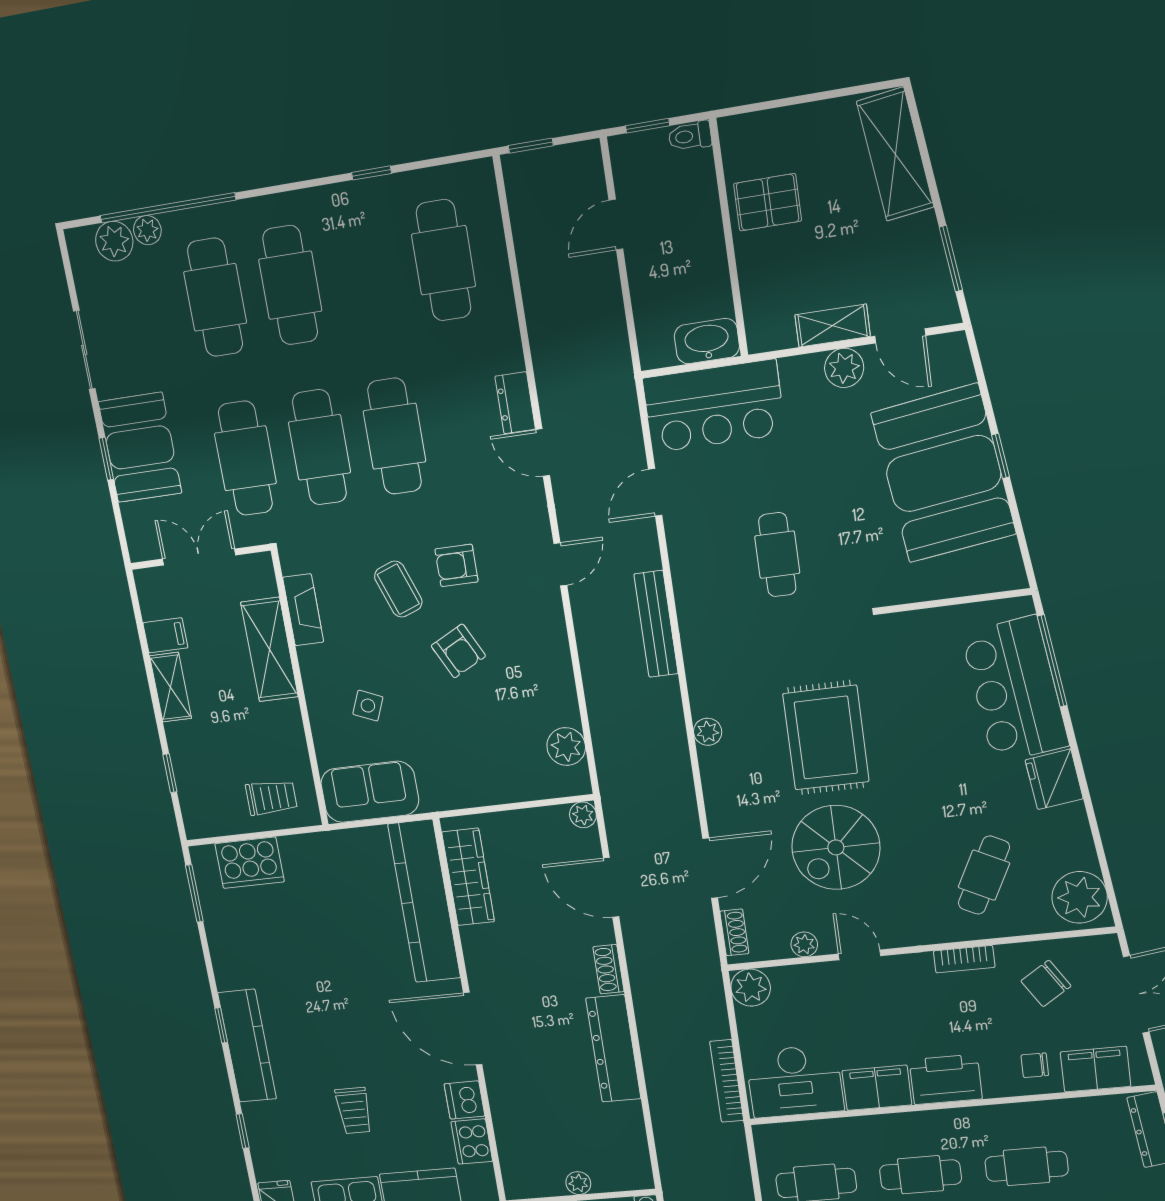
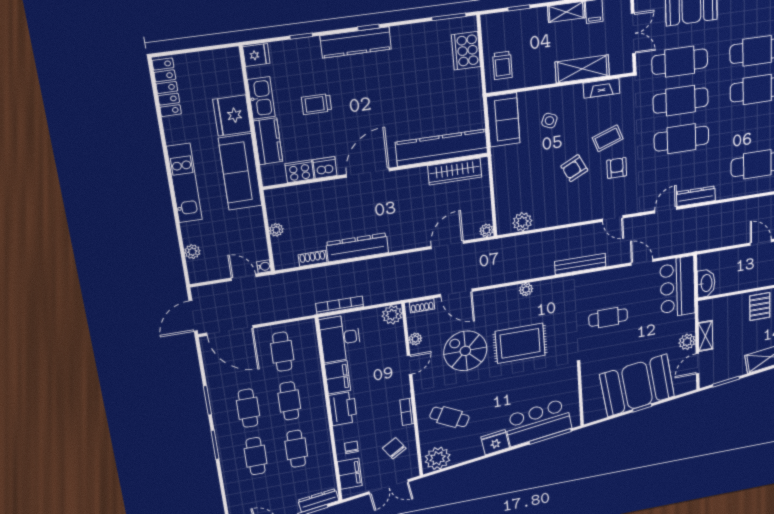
dresser: (515, 403) -> (696, 196), width x1.44
shoe rack: (608, 969) -> (313, 258), moved

